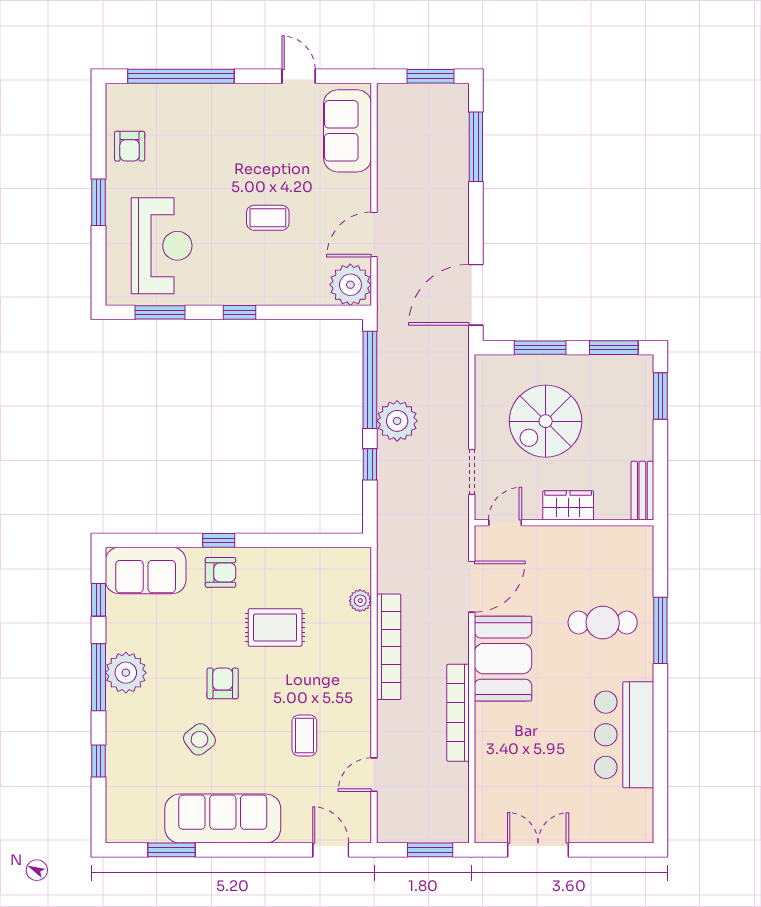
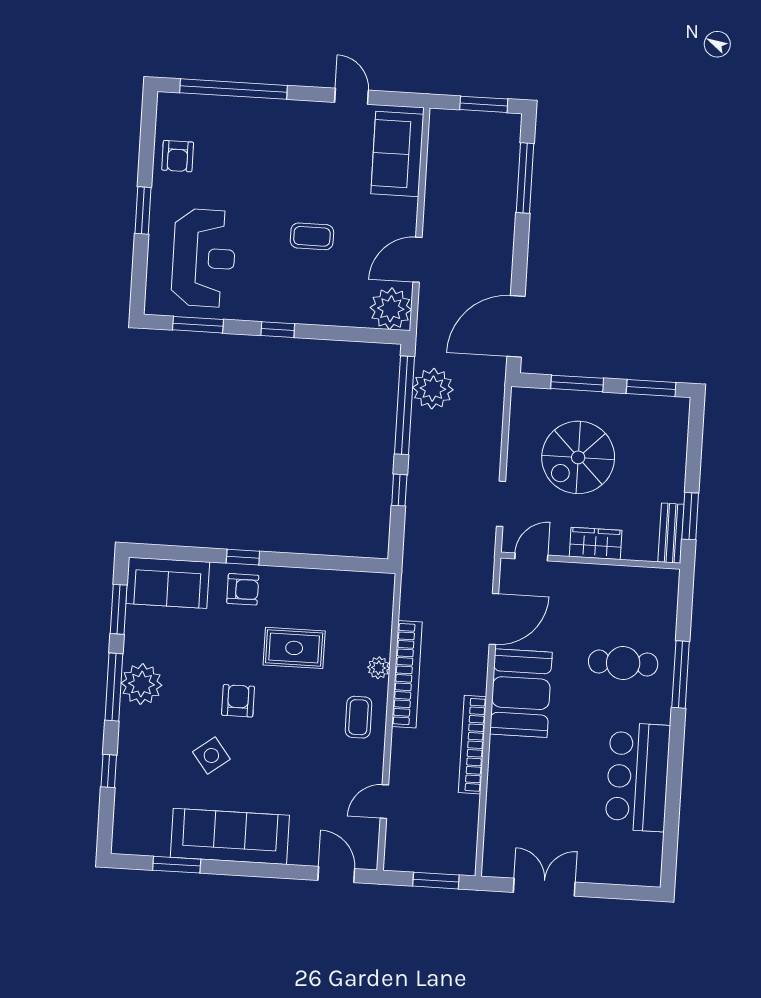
window: (660, 396) -> (690, 516), moved
plant: (397, 421) -> (433, 389), moved
window: (98, 600) -> (119, 609), width x1.50
plant: (360, 601) -> (379, 668), moved
coffee table: (304, 735) -> (358, 717), moved

